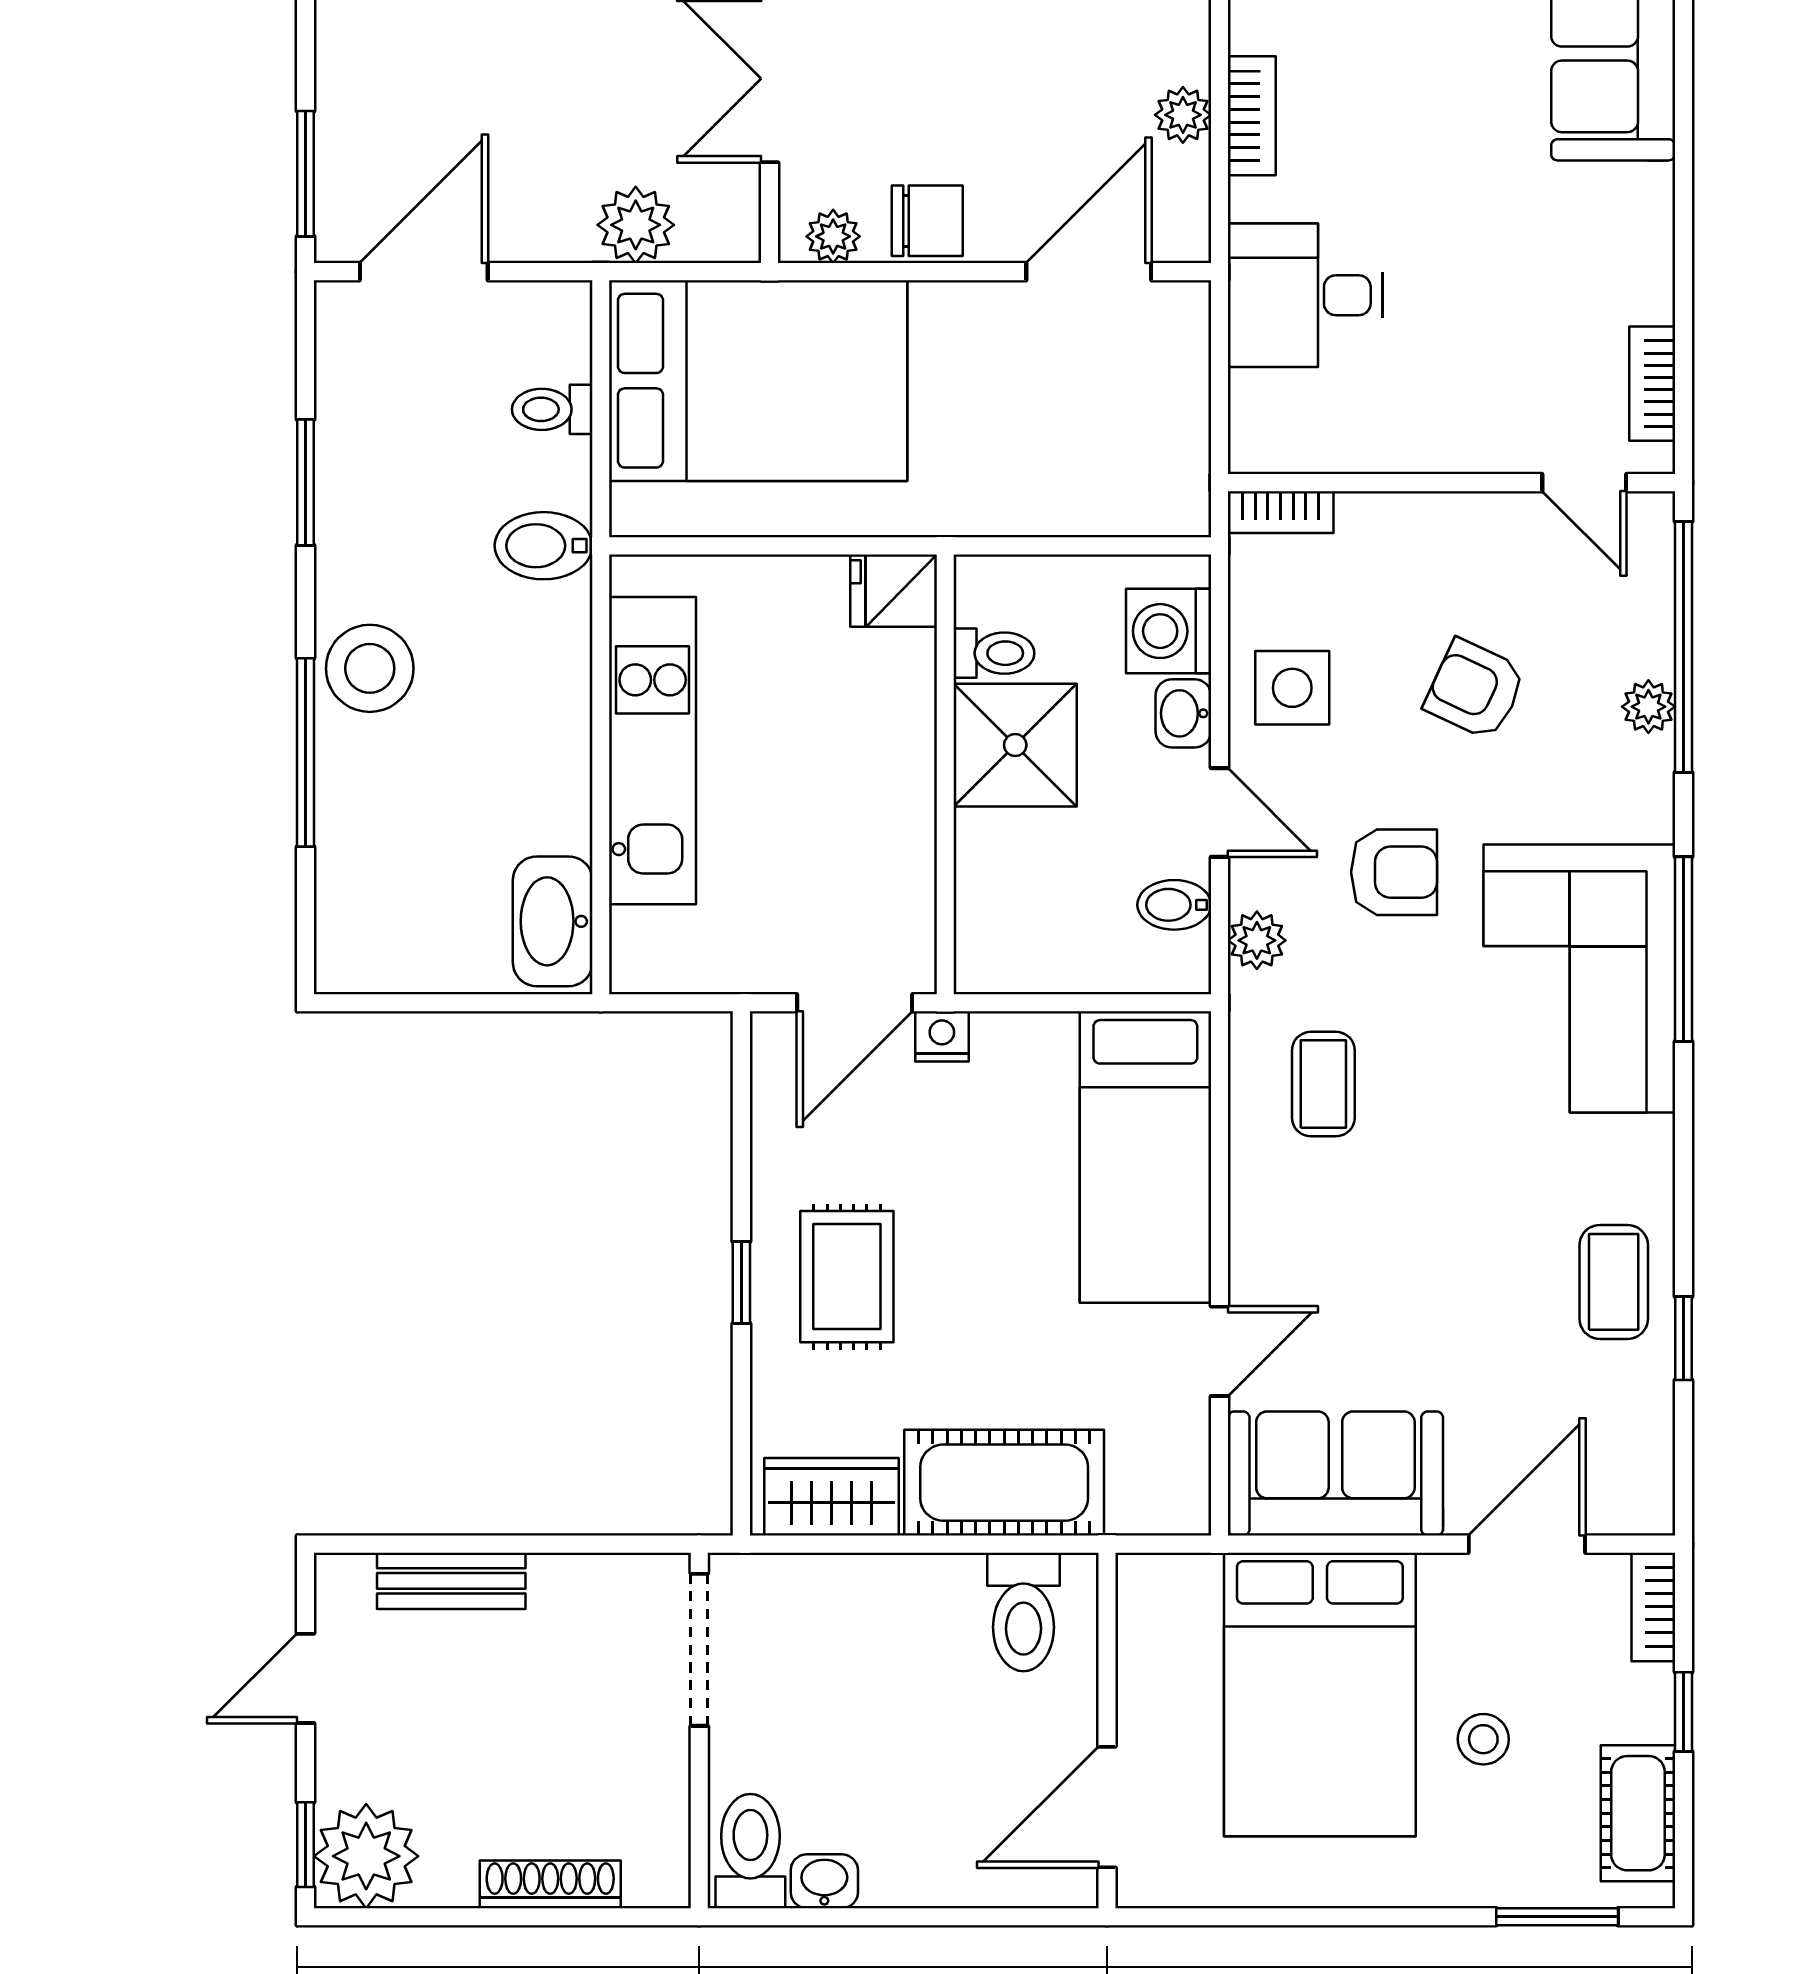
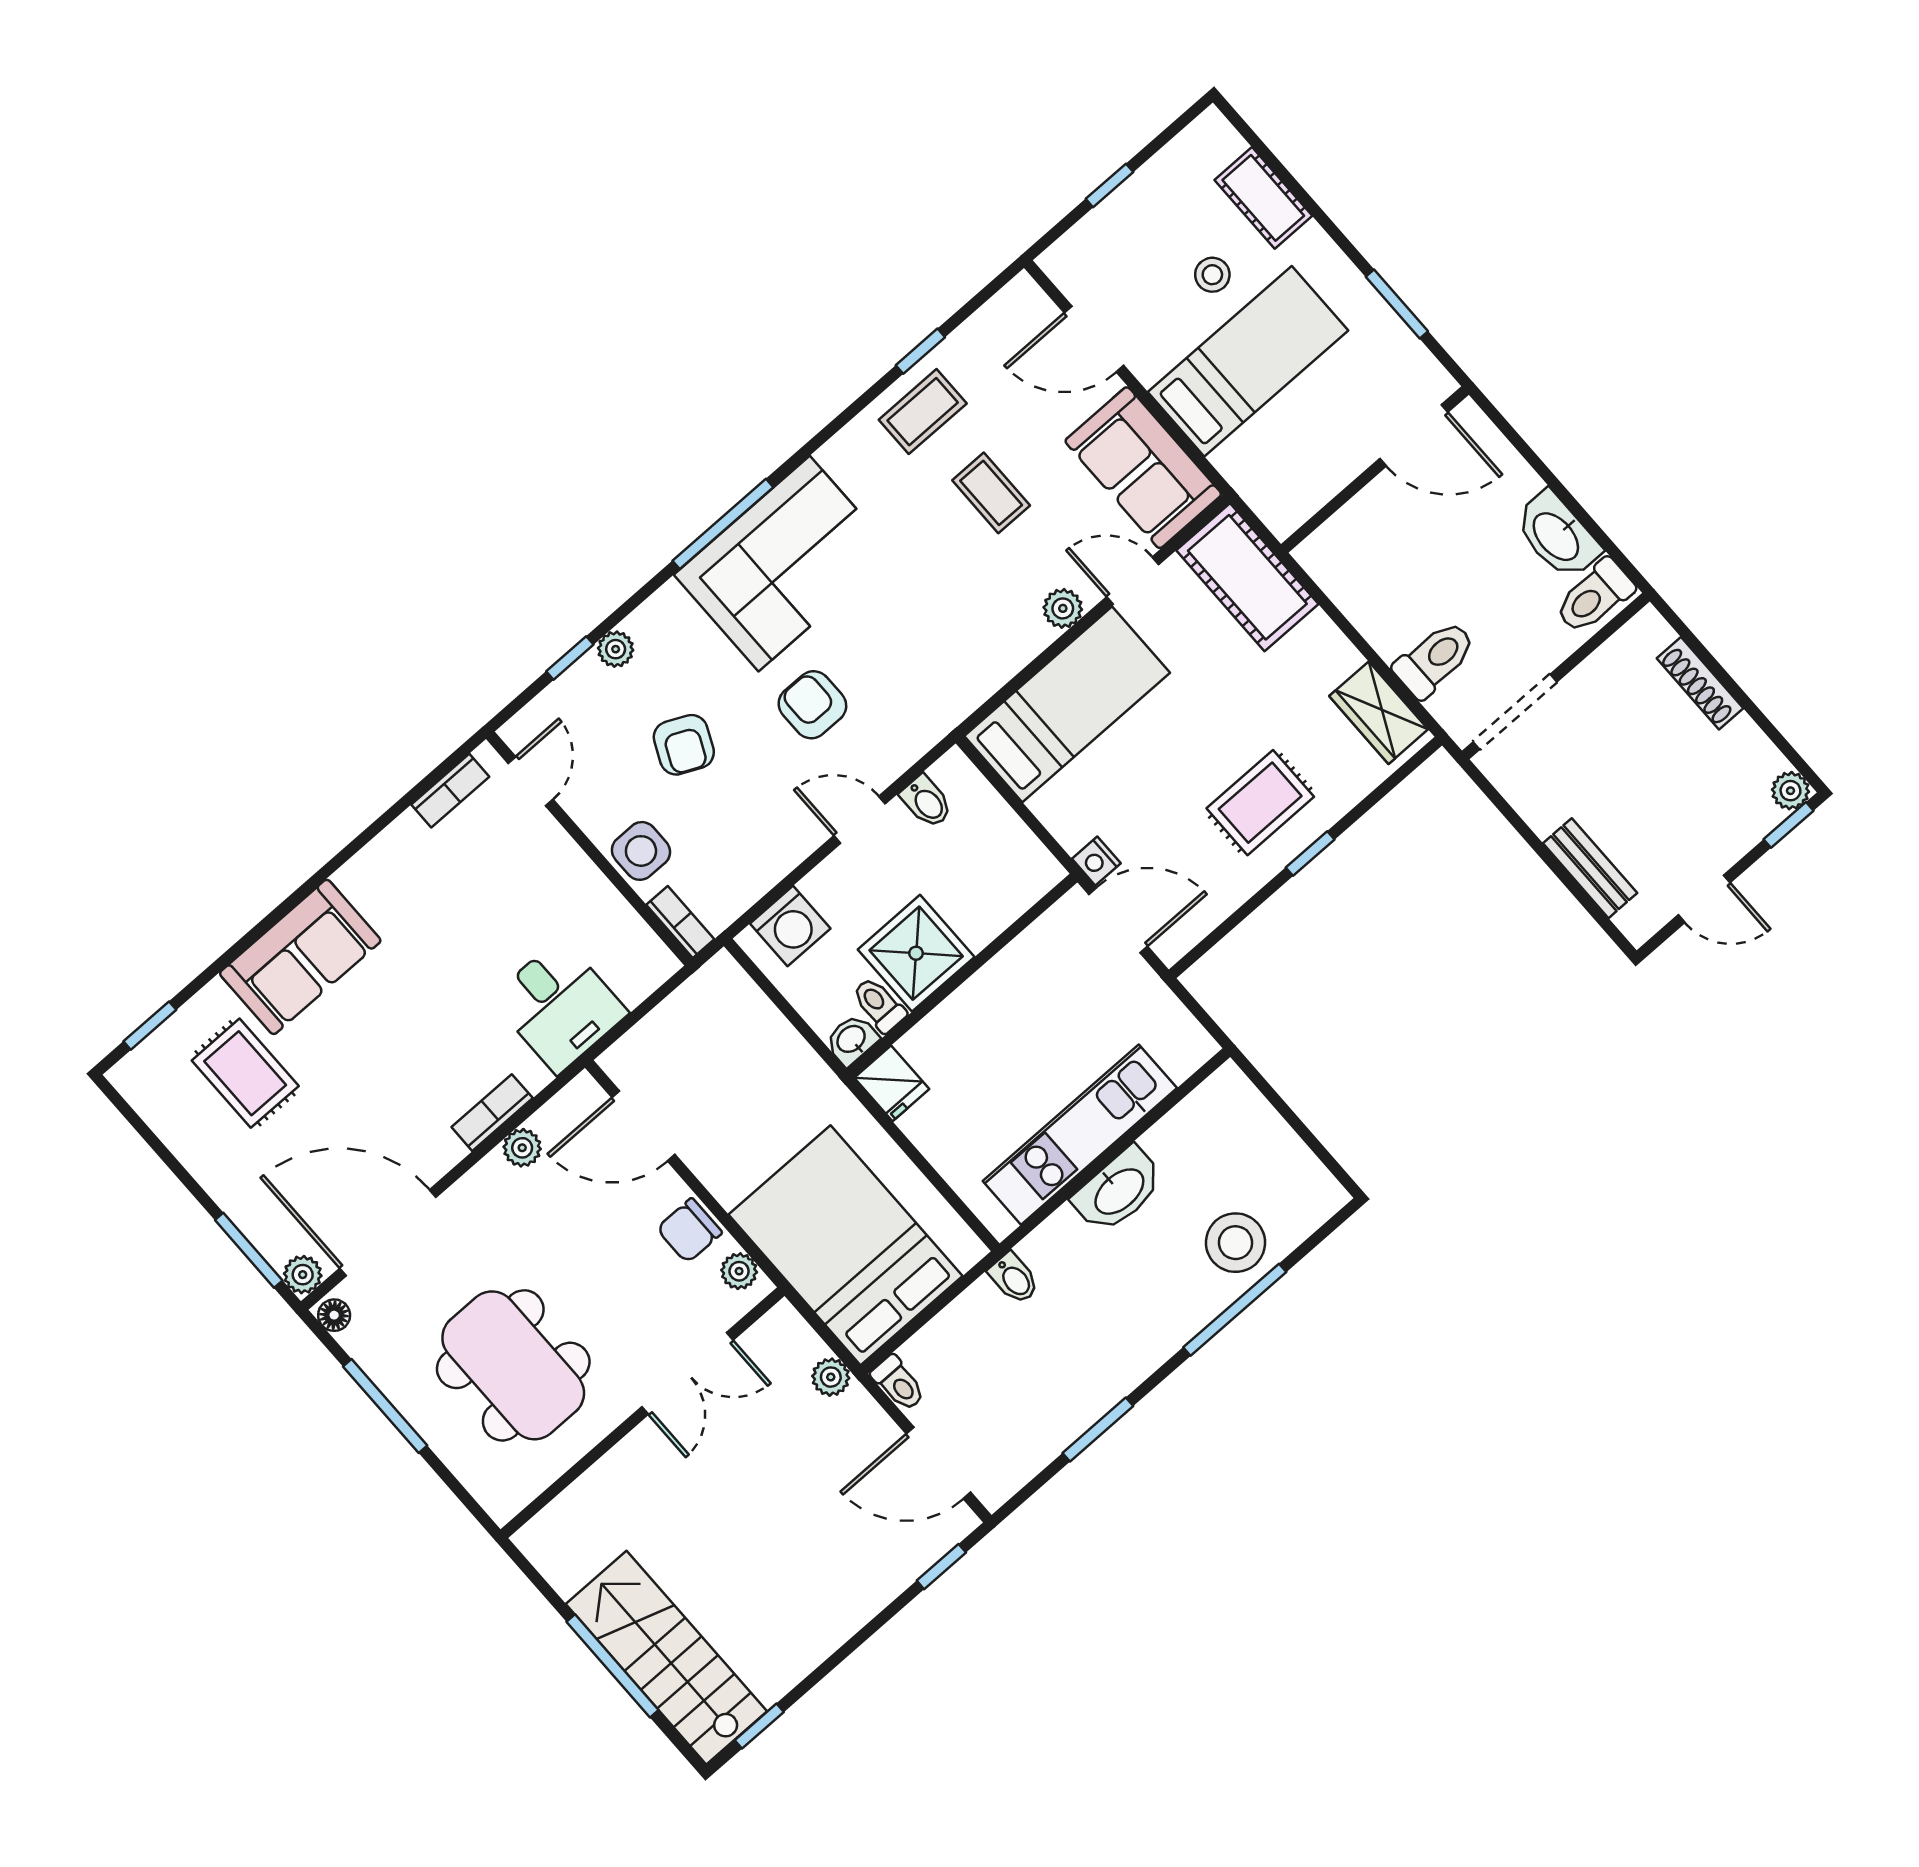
window: (306, 174) -> (941, 1567), width x0.67
chair: (927, 221) -> (689, 1230), turned -90
plant: (636, 225) -> (831, 1377), width x0.73, depth x0.73
toilet: (552, 409) -> (898, 1383), moved
bidet: (544, 546) -> (1014, 1278), width x0.72, depth x0.74
window: (1683, 647) -> (570, 658), width x0.32
stool: (370, 668) -> (1236, 1243), moved
side table: (1292, 688) -> (641, 851), moved
washbasin: (1183, 713) -> (852, 1040), moved, turned 180
door: (1219, 812) -> (860, 820), hinge flipped
washbasin: (553, 921) -> (1118, 1190), moved
plant: (1257, 940) -> (1063, 608), moved
coffee table: (1323, 1084) -> (991, 493), moved, turned 90
cot: (1004, 1483) -> (1247, 577), moved
bookcase: (1653, 1607) -> (1070, 247), removed
toilet: (1023, 1612) -> (1435, 659), moved
bed: (1320, 1695) -> (1248, 361), width x0.67
cot: (1638, 1813) -> (1263, 198), moved, turned 90
plant: (366, 1856) -> (1790, 791), width x0.53, depth x0.53
washbasin: (824, 1881) -> (1557, 536), width x1.91, depth x1.45
window: (1557, 1917) -> (1397, 304), moved

